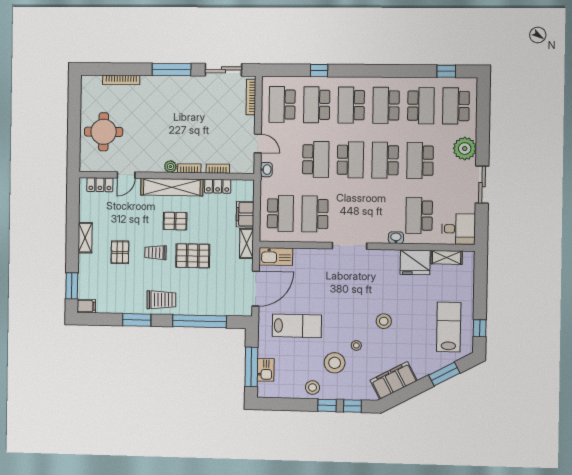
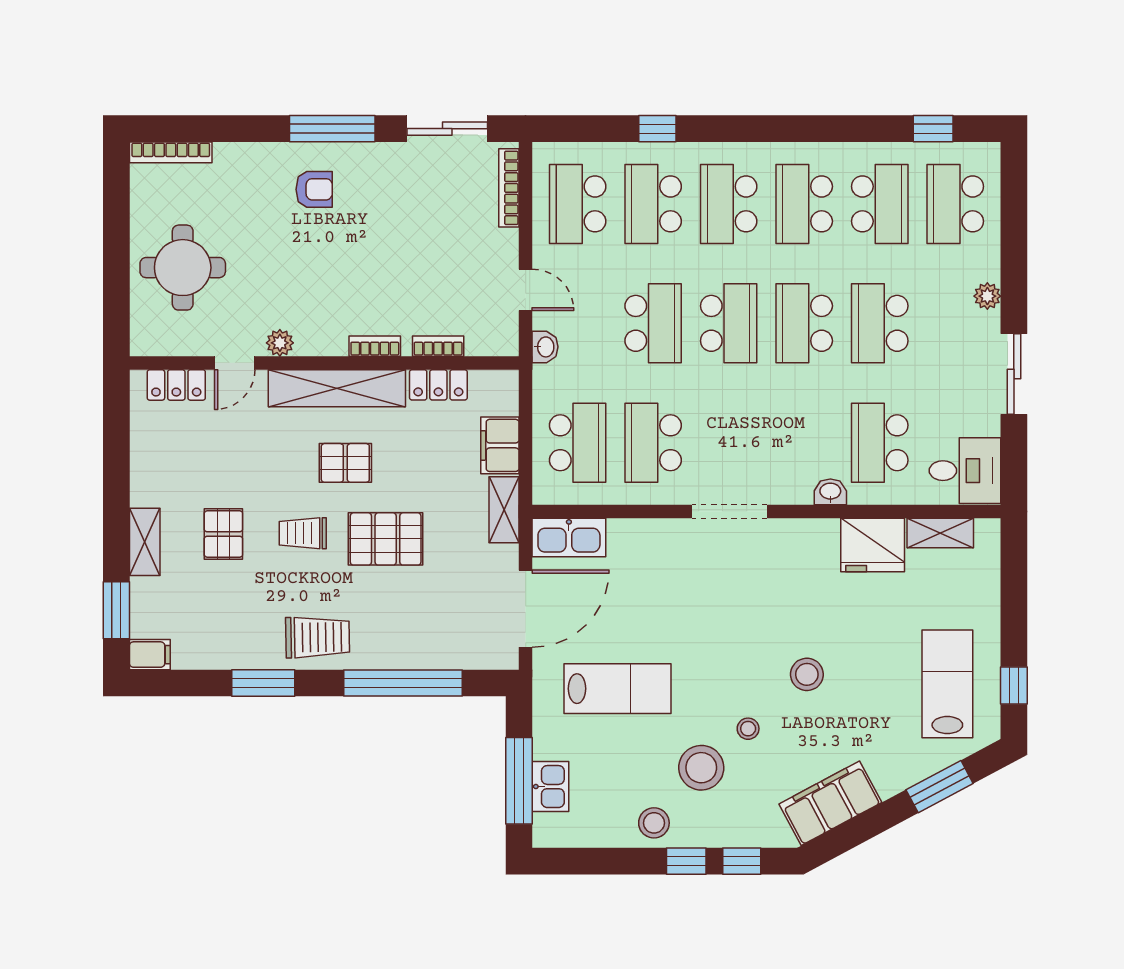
bookcase: (121, 80) -> (171, 152), moved
armchair: (163, 97) -> (314, 189), added
plant: (465, 149) -> (987, 296), width x0.53, depth x0.53
plant: (170, 167) -> (280, 343), moved
shelving: (85, 238) -> (145, 542), moved

